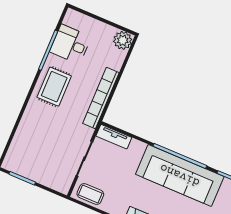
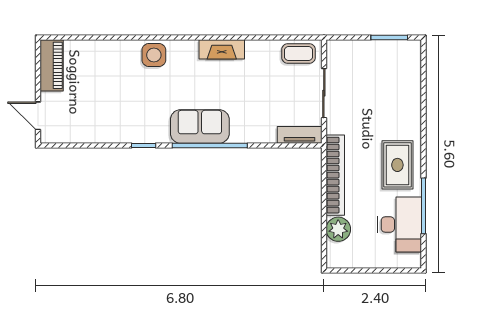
plant: (123, 40) -> (338, 229), moved
desk: (70, 44) -> (400, 225), width x1.37
sofa: (180, 175) -> (200, 126), width x0.54, depth x0.79

